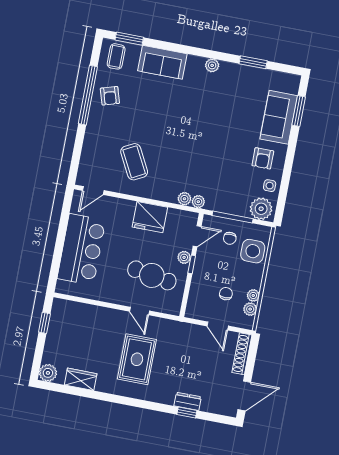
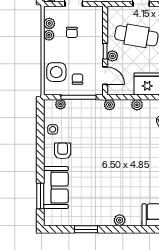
plant: (184, 199) -> (137, 105), moved
plant: (261, 209) -> (60, 104), width x0.53, depth x0.53
door: (197, 236) -> (105, 76), swing flipped

